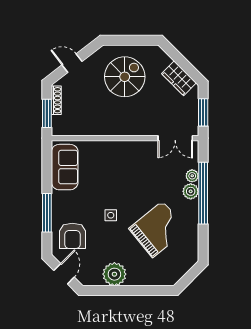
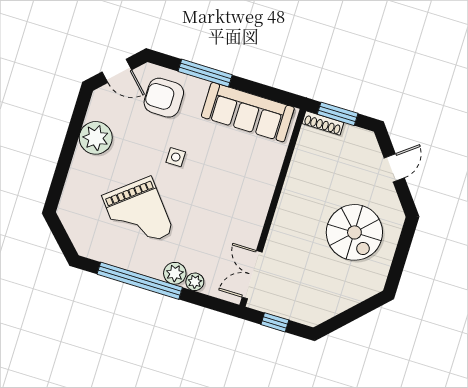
wardrobe: (179, 78) -> (330, 304), removed
shoe rack: (56, 100) -> (323, 123), moved
window: (203, 112) -> (275, 322), width x0.67
sofa: (65, 167) -> (248, 112), width x1.36
window: (203, 193) -> (140, 281), moved

